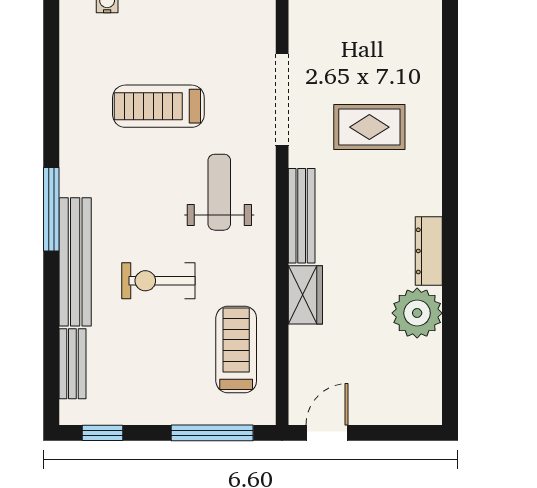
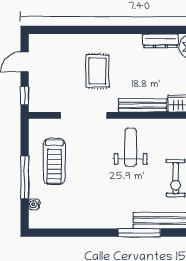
treadmill: (158, 106) -> (54, 161), moved
weight bench: (219, 192) -> (131, 147), turned 90

